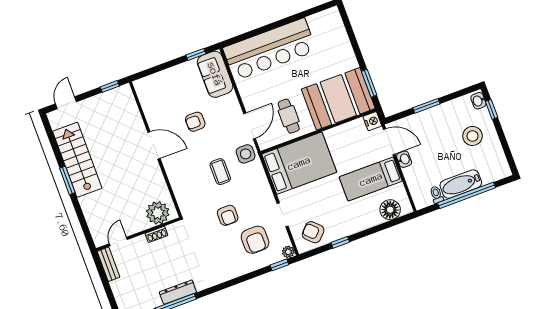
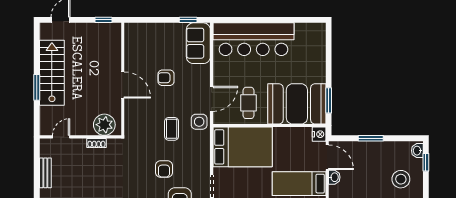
plant: (158, 213) -> (104, 125), moved
wall: (138, 234) -> (81, 137), moved
shoe rack: (157, 234) -> (96, 143), moved
door: (118, 242) -> (61, 137), moved

